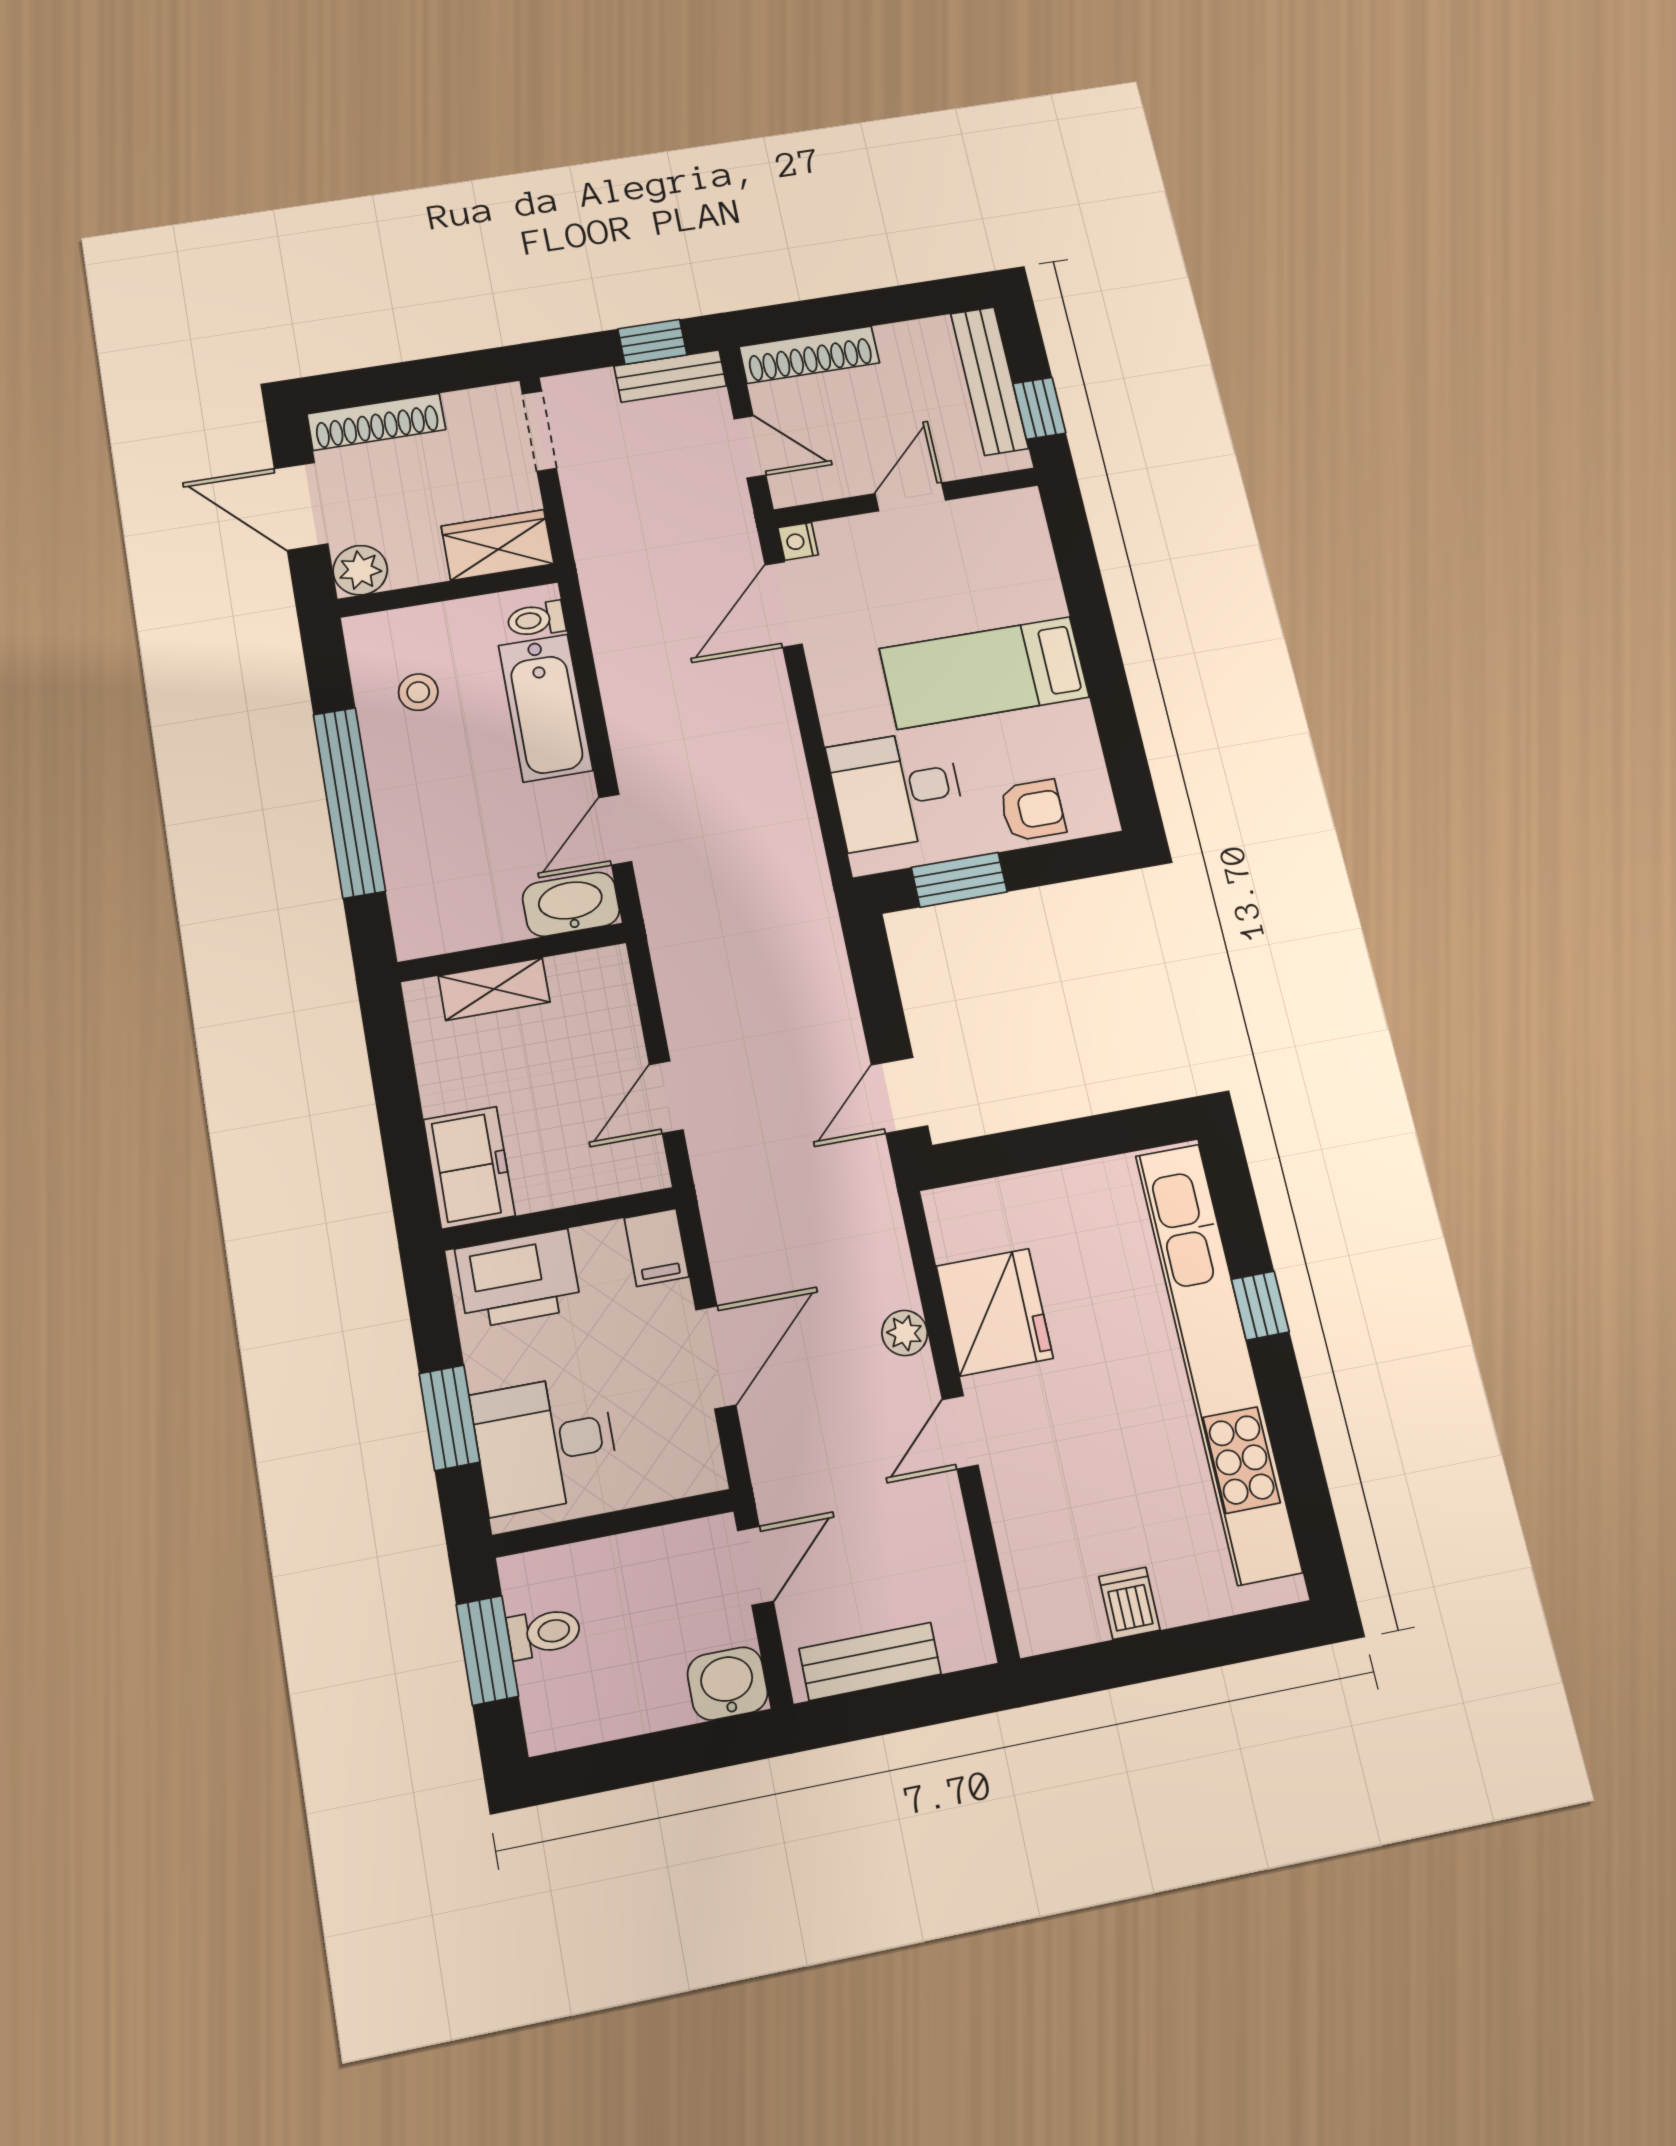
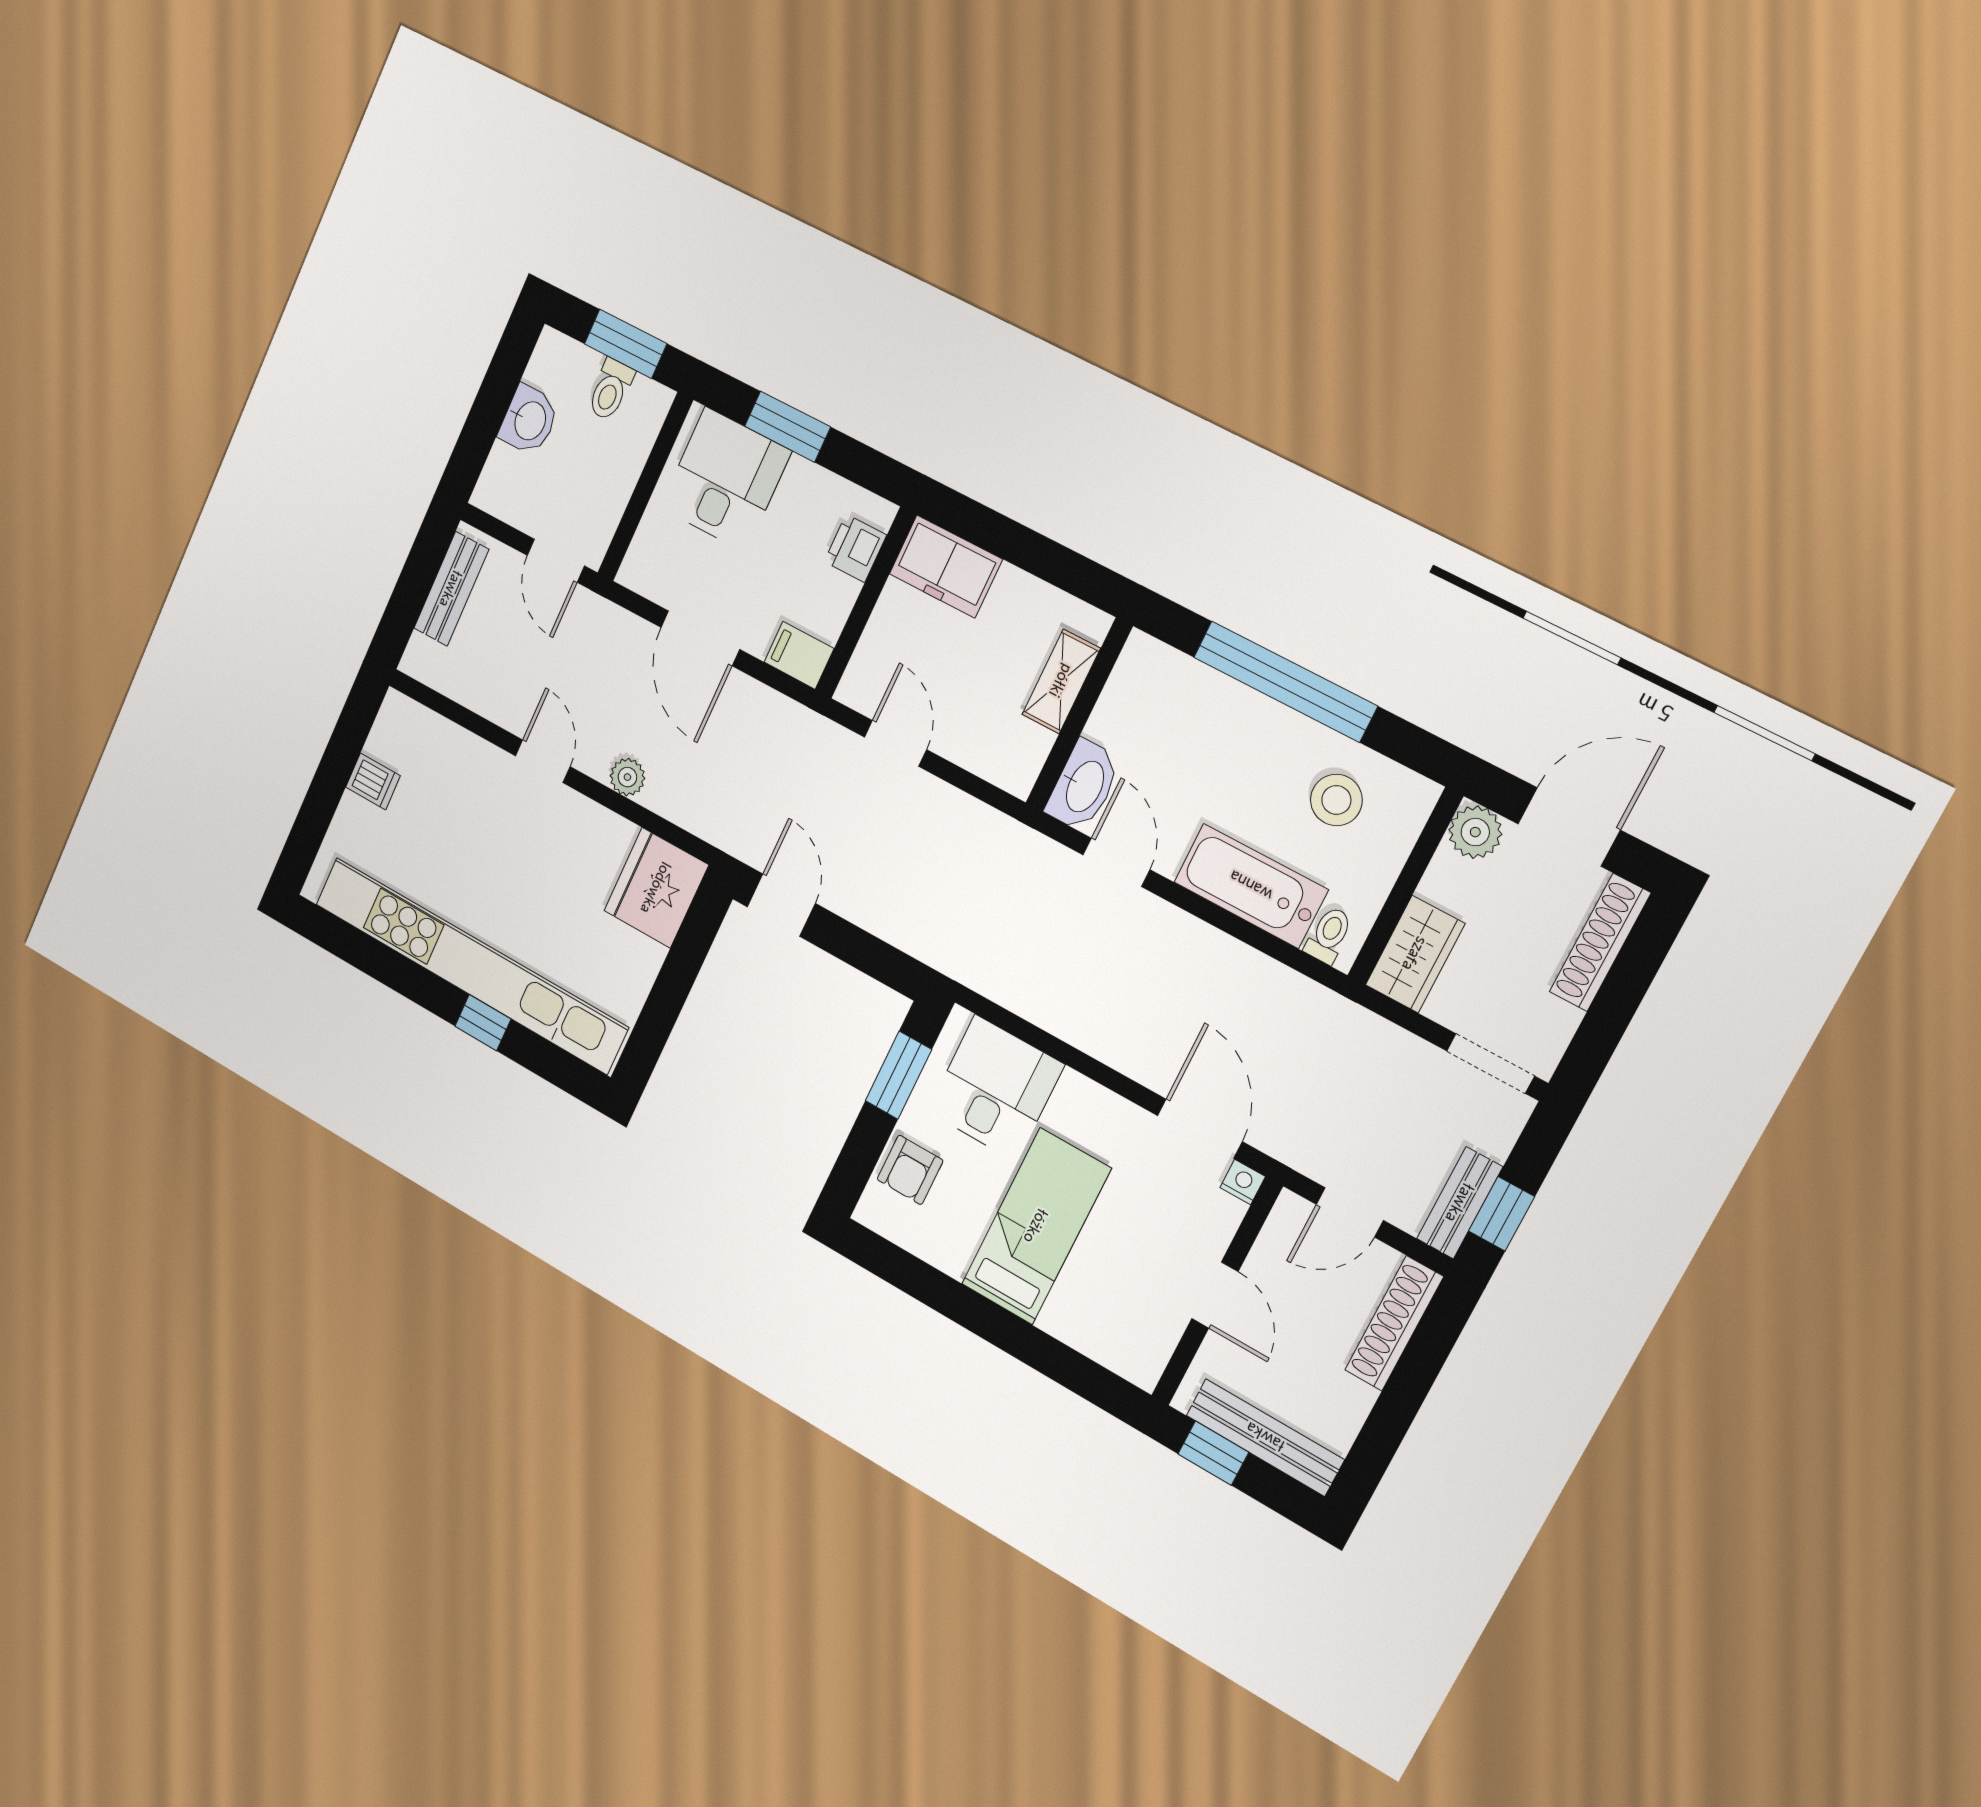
stool: (418, 692) -> (1336, 800), width x1.37, depth x1.37
printer: (518, 1279) -> (855, 548), width x0.53, depth x0.68
fridge: (994, 1312) -> (656, 888), moved, turned 90
washbasin: (727, 1684) -> (529, 420), moved

